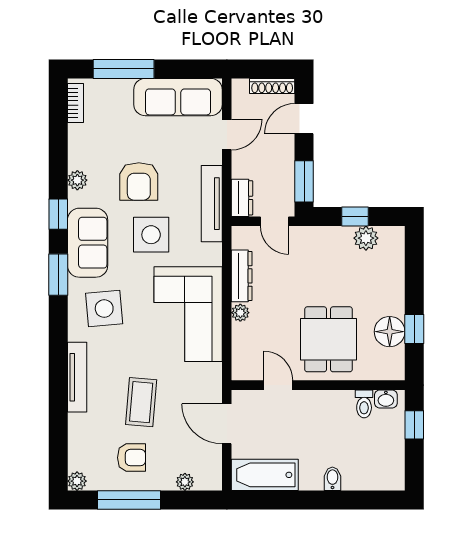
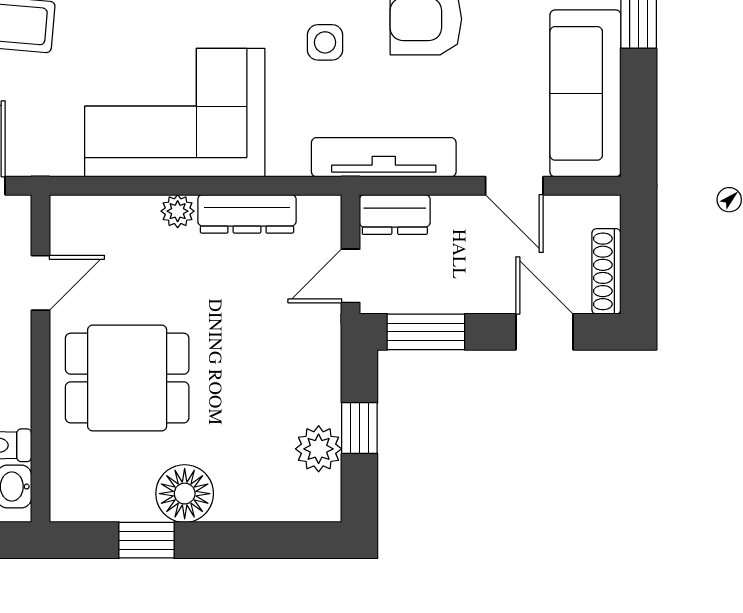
side table: (151, 235) -> (325, 42), width x0.54, depth x0.54
floor lamp: (390, 332) -> (185, 494), moved

